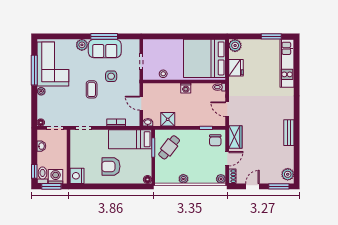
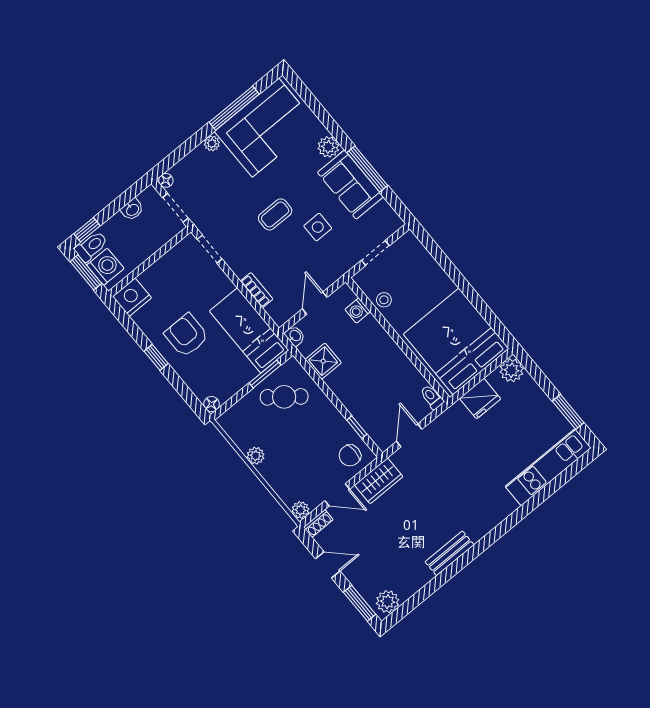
washing machine: (186, 88) -> (358, 310), moved
window: (110, 186) -> (156, 357), added

